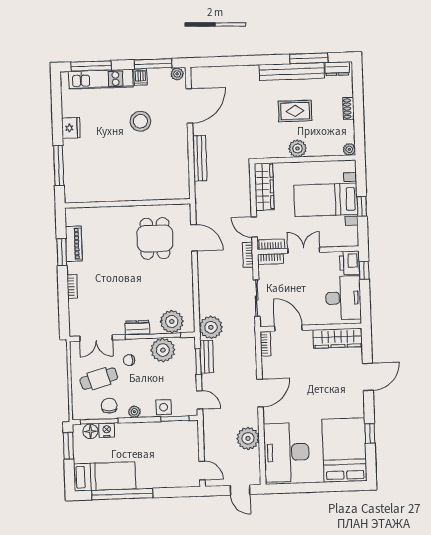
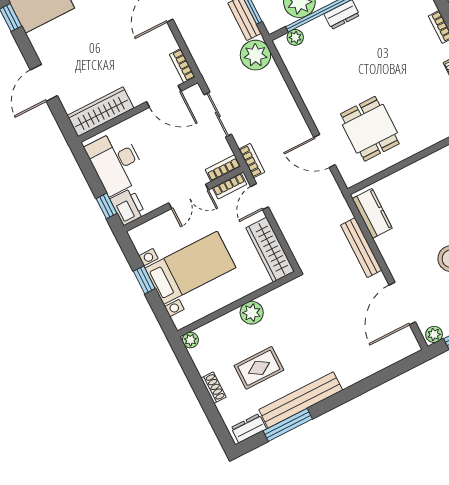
rug: (295, 111) -> (259, 368), moved
kitchen counter: (181, 179) -> (372, 213), added
door: (254, 227) -> (260, 197), swing flipped
plant: (172, 321) -> (295, 37), width x0.53, depth x0.53

